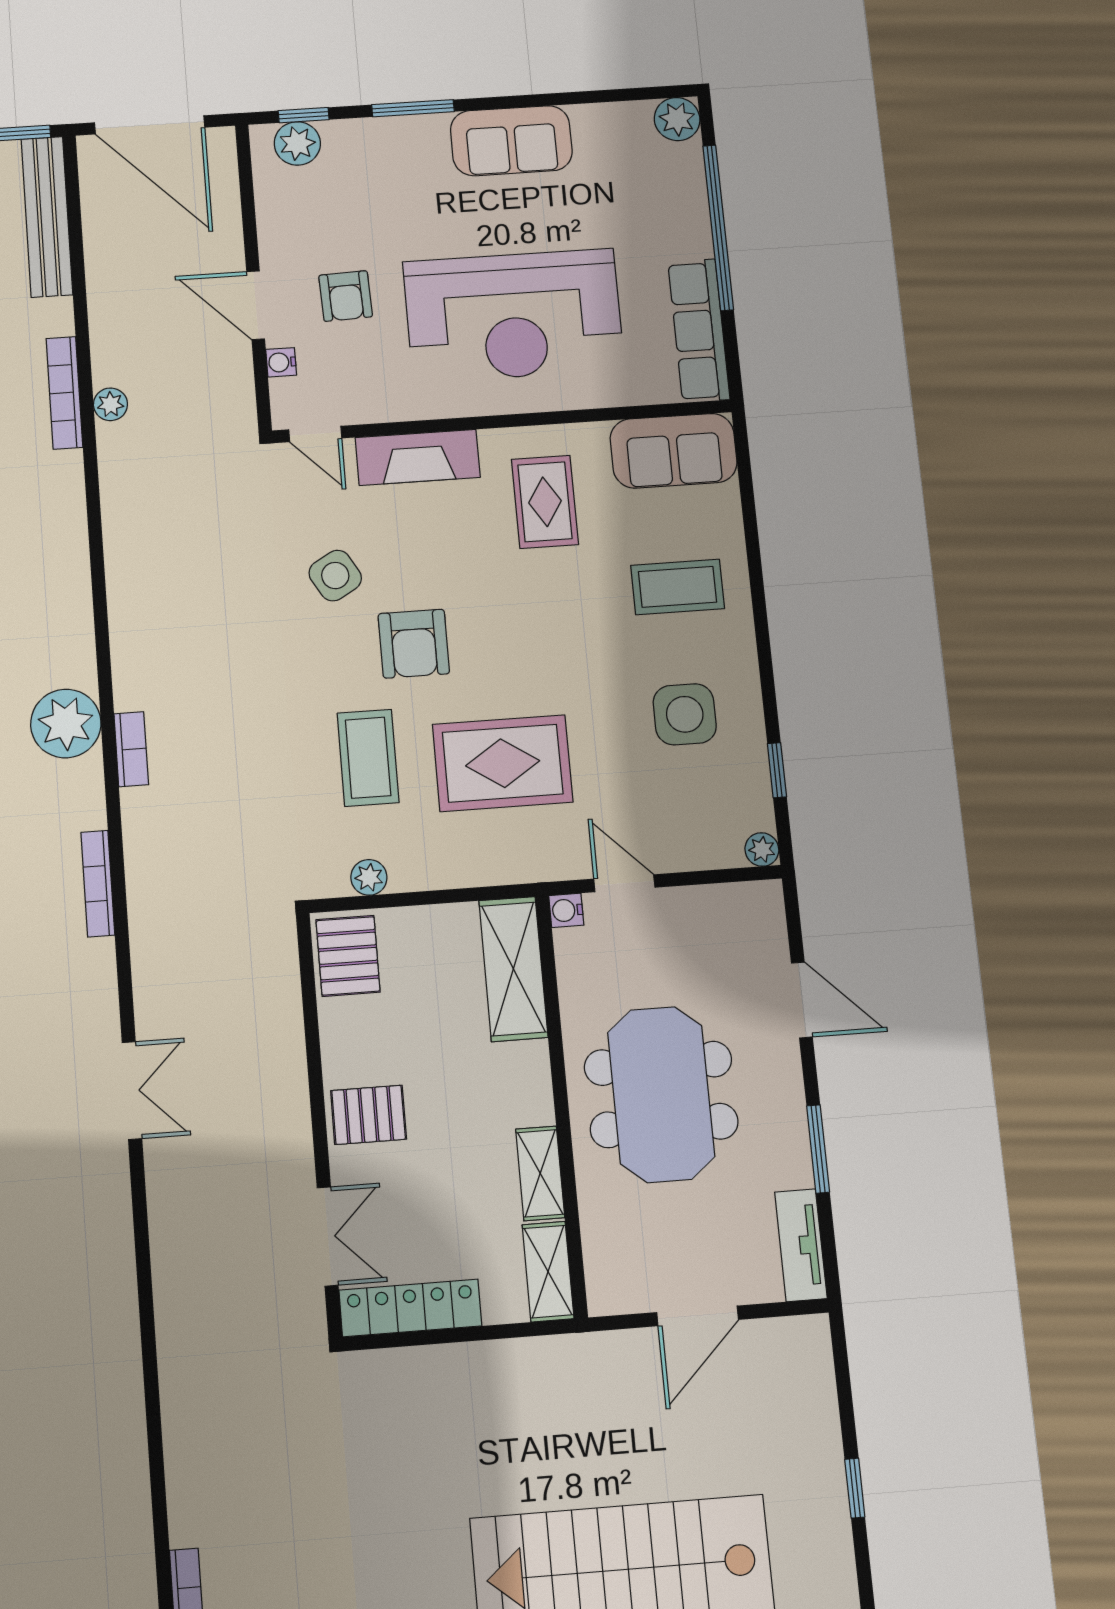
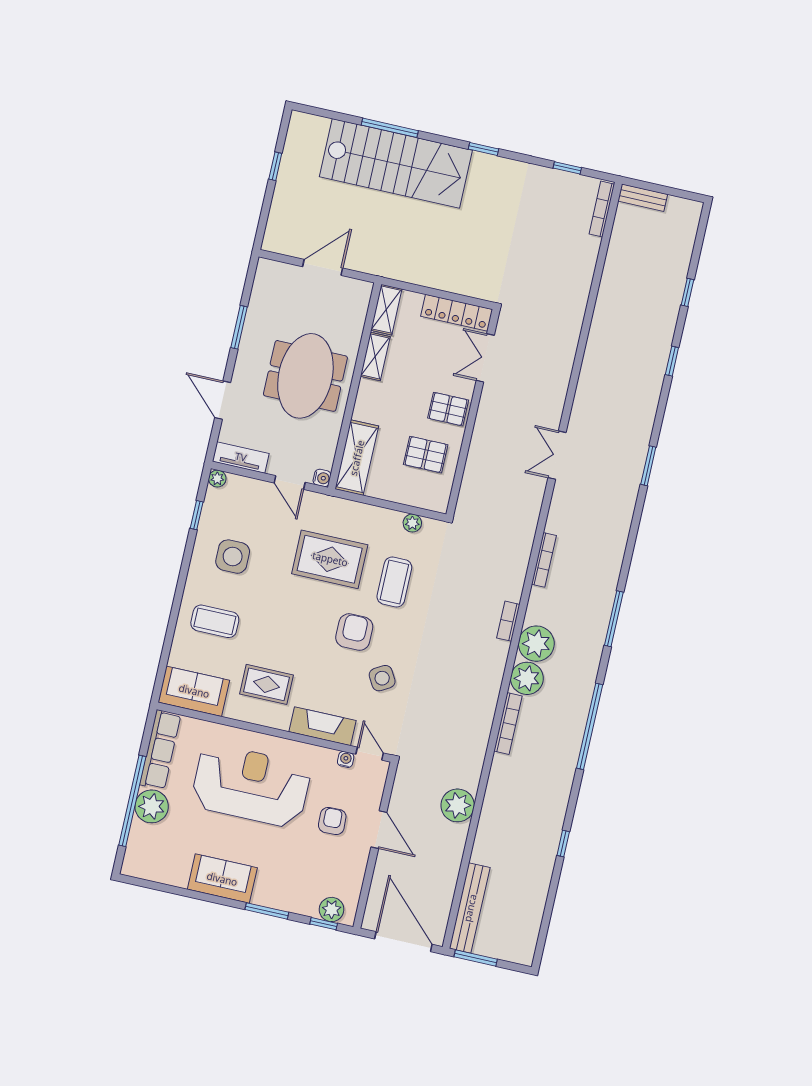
plant: (677, 119) -> (152, 806), moved, width x1.36, depth x1.36
water cooler: (281, 362) -> (346, 759), moved, turned -90
bookcase: (64, 393) -> (508, 724), moved
plant: (110, 404) -> (458, 805), width x1.88, depth x1.88
rug: (545, 502) -> (266, 684), turned 90
plant: (64, 655) -> (527, 678), added
pallet: (348, 956) -> (426, 455), moved, turned 90
tv unit: (801, 1245) -> (241, 457), moved, turned -90

